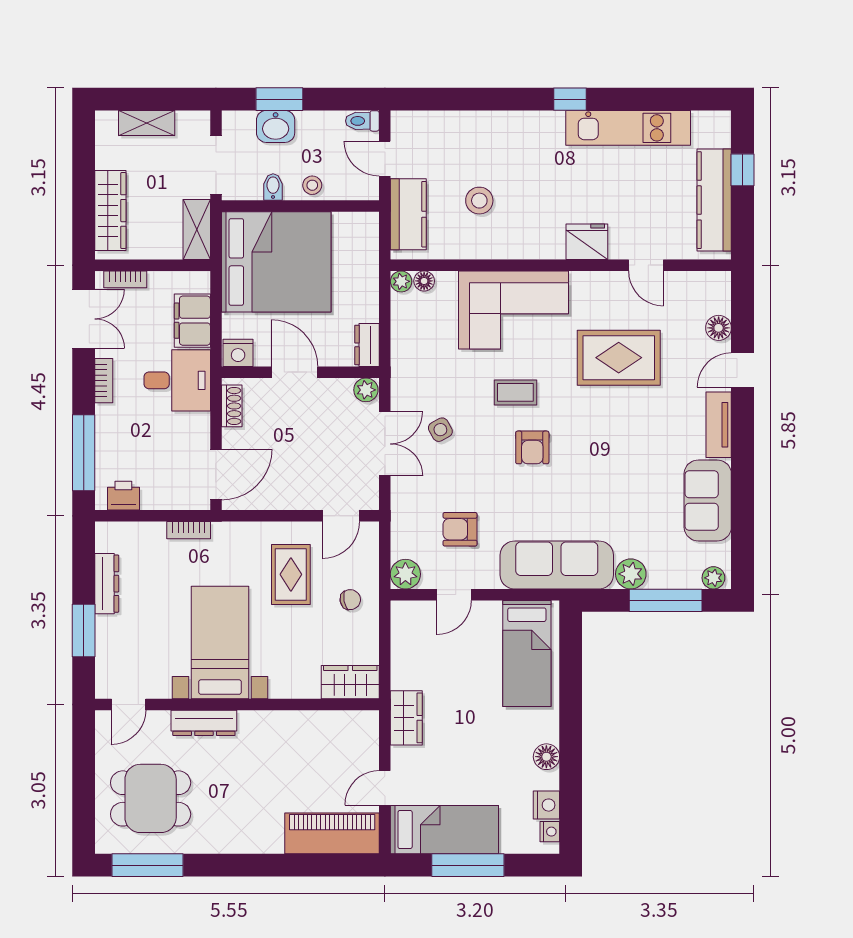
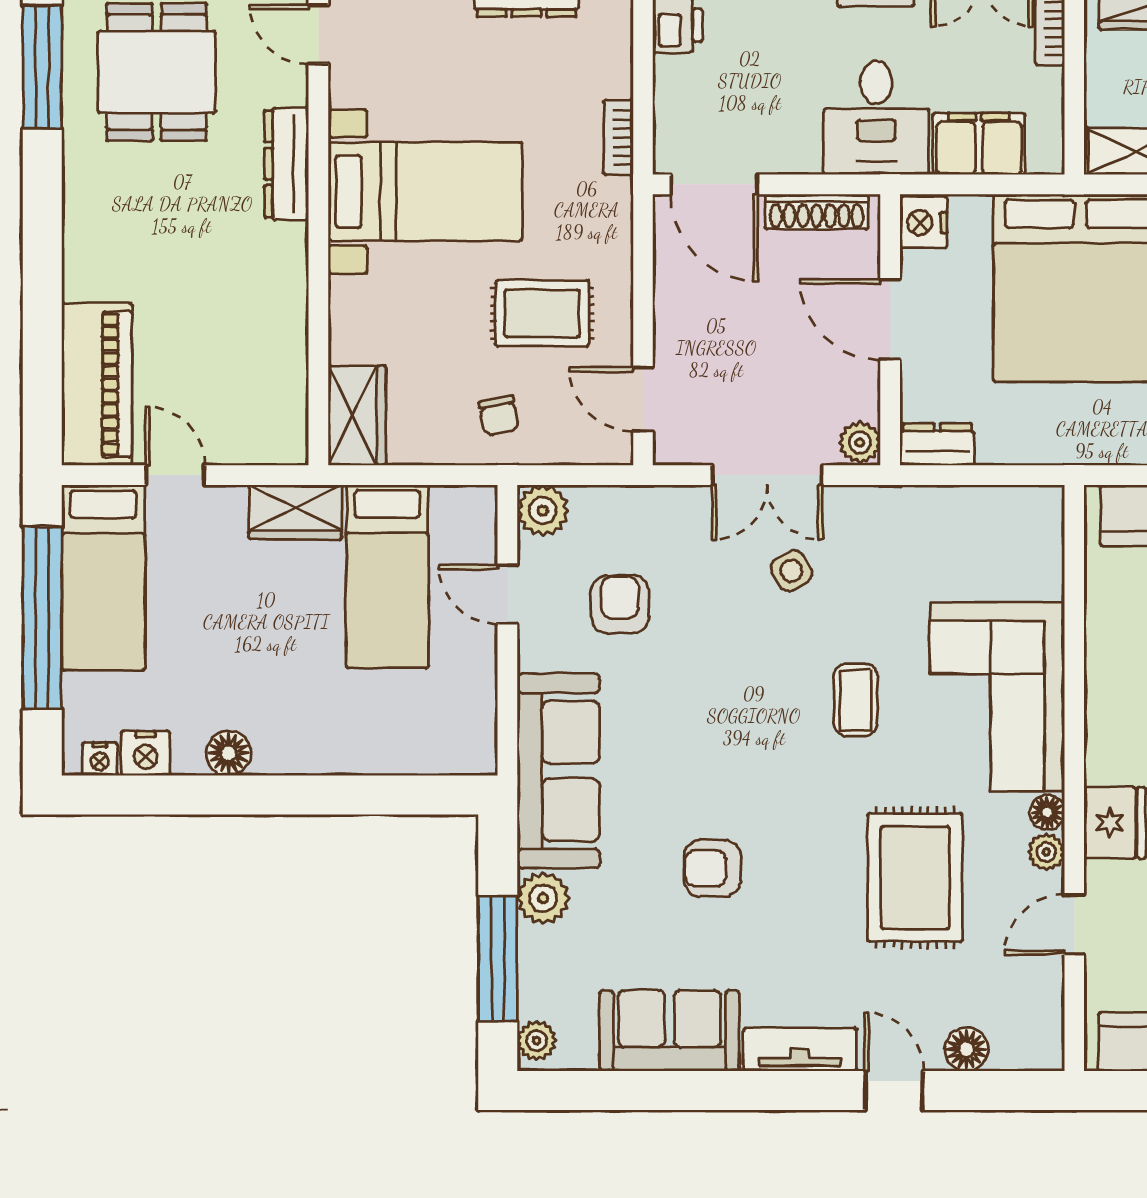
plant: (401, 281) -> (1046, 852), moved
floor lamp: (424, 281) -> (1047, 812), moved
door: (294, 372) -> (890, 320), swing flipped
shoe rack: (232, 406) -> (817, 212), width x1.43
armchair: (532, 447) -> (712, 868), moved
bed: (527, 654) -> (387, 576), moved, turned -90
window: (468, 865) -> (42, 618), width x1.46

